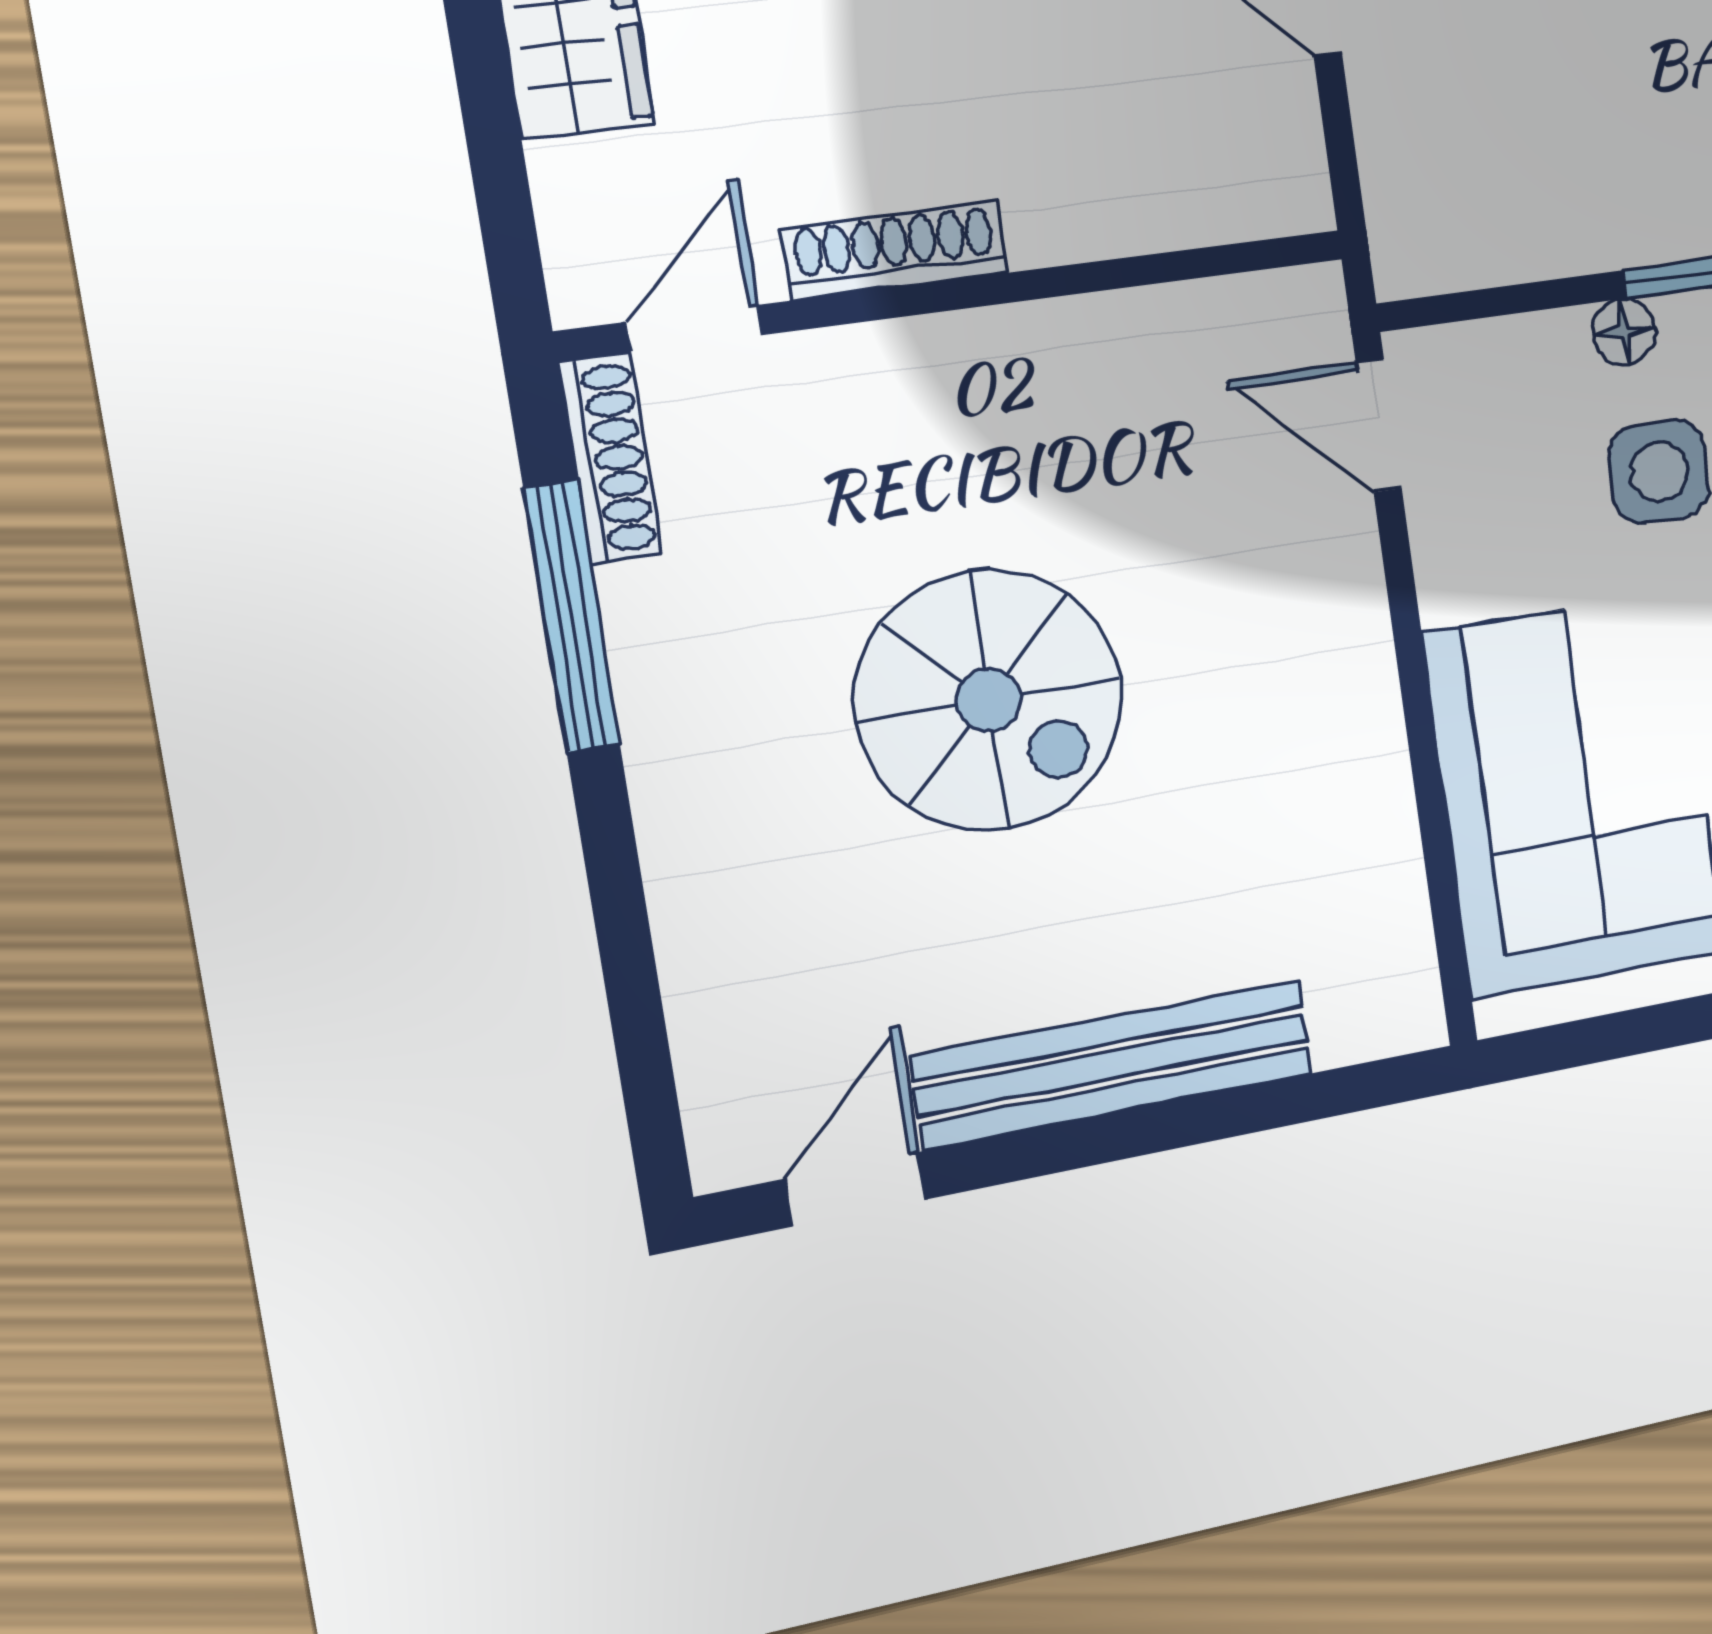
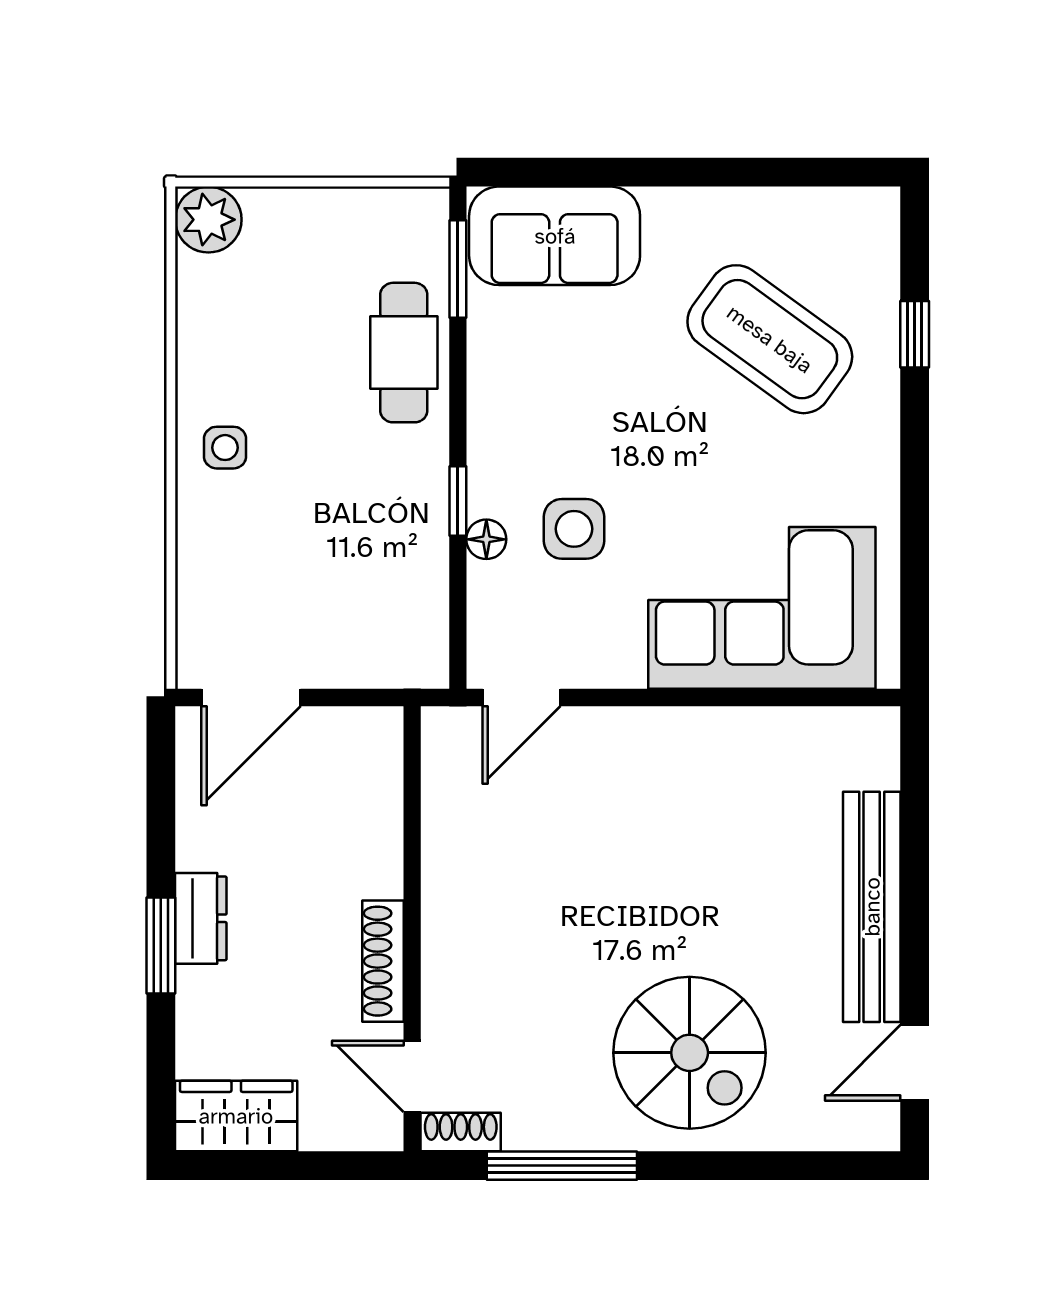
shoe rack: (610, 459) -> (461, 1132), width x0.70
spiral stairs: (989, 700) -> (690, 1053), moved, turned 90
door: (855, 1189) -> (915, 1063), hinge flipped

